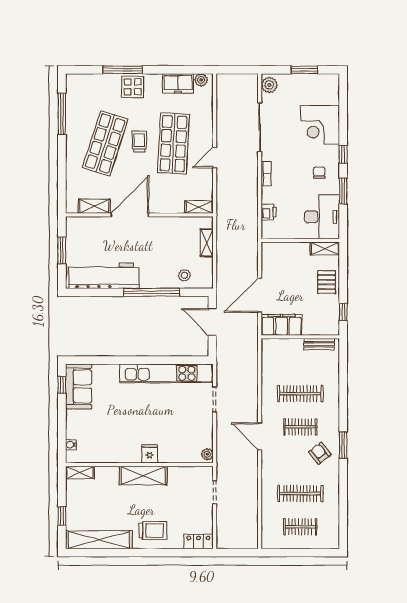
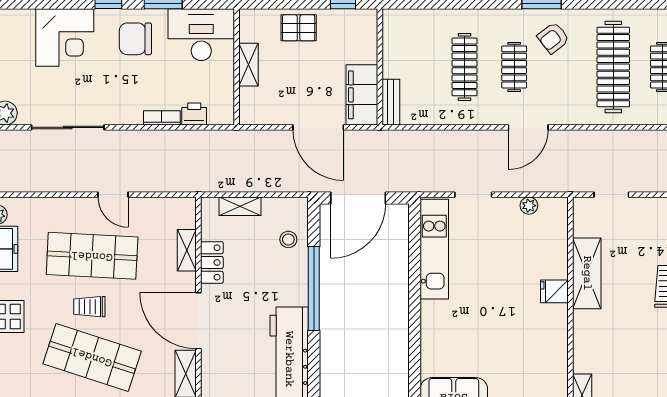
chair: (319, 173) -> (135, 39), width x1.87, depth x1.87
bookcase: (266, 174) -> (162, 118), moved
shelving: (199, 207) -> (187, 250), moved
locker: (169, 224) -> (212, 262), added
shelving: (325, 248) -> (248, 65), moved
door: (212, 322) -> (358, 198), width x1.36
bench: (319, 344) -> (391, 102), moved
kitchen unit: (166, 373) -> (434, 249), width x0.73
plant: (207, 454) -> (529, 206), moved
shelving: (143, 476) -> (587, 273), moved
clothes rail: (300, 494) -> (613, 67), width x1.37, depth x1.31

